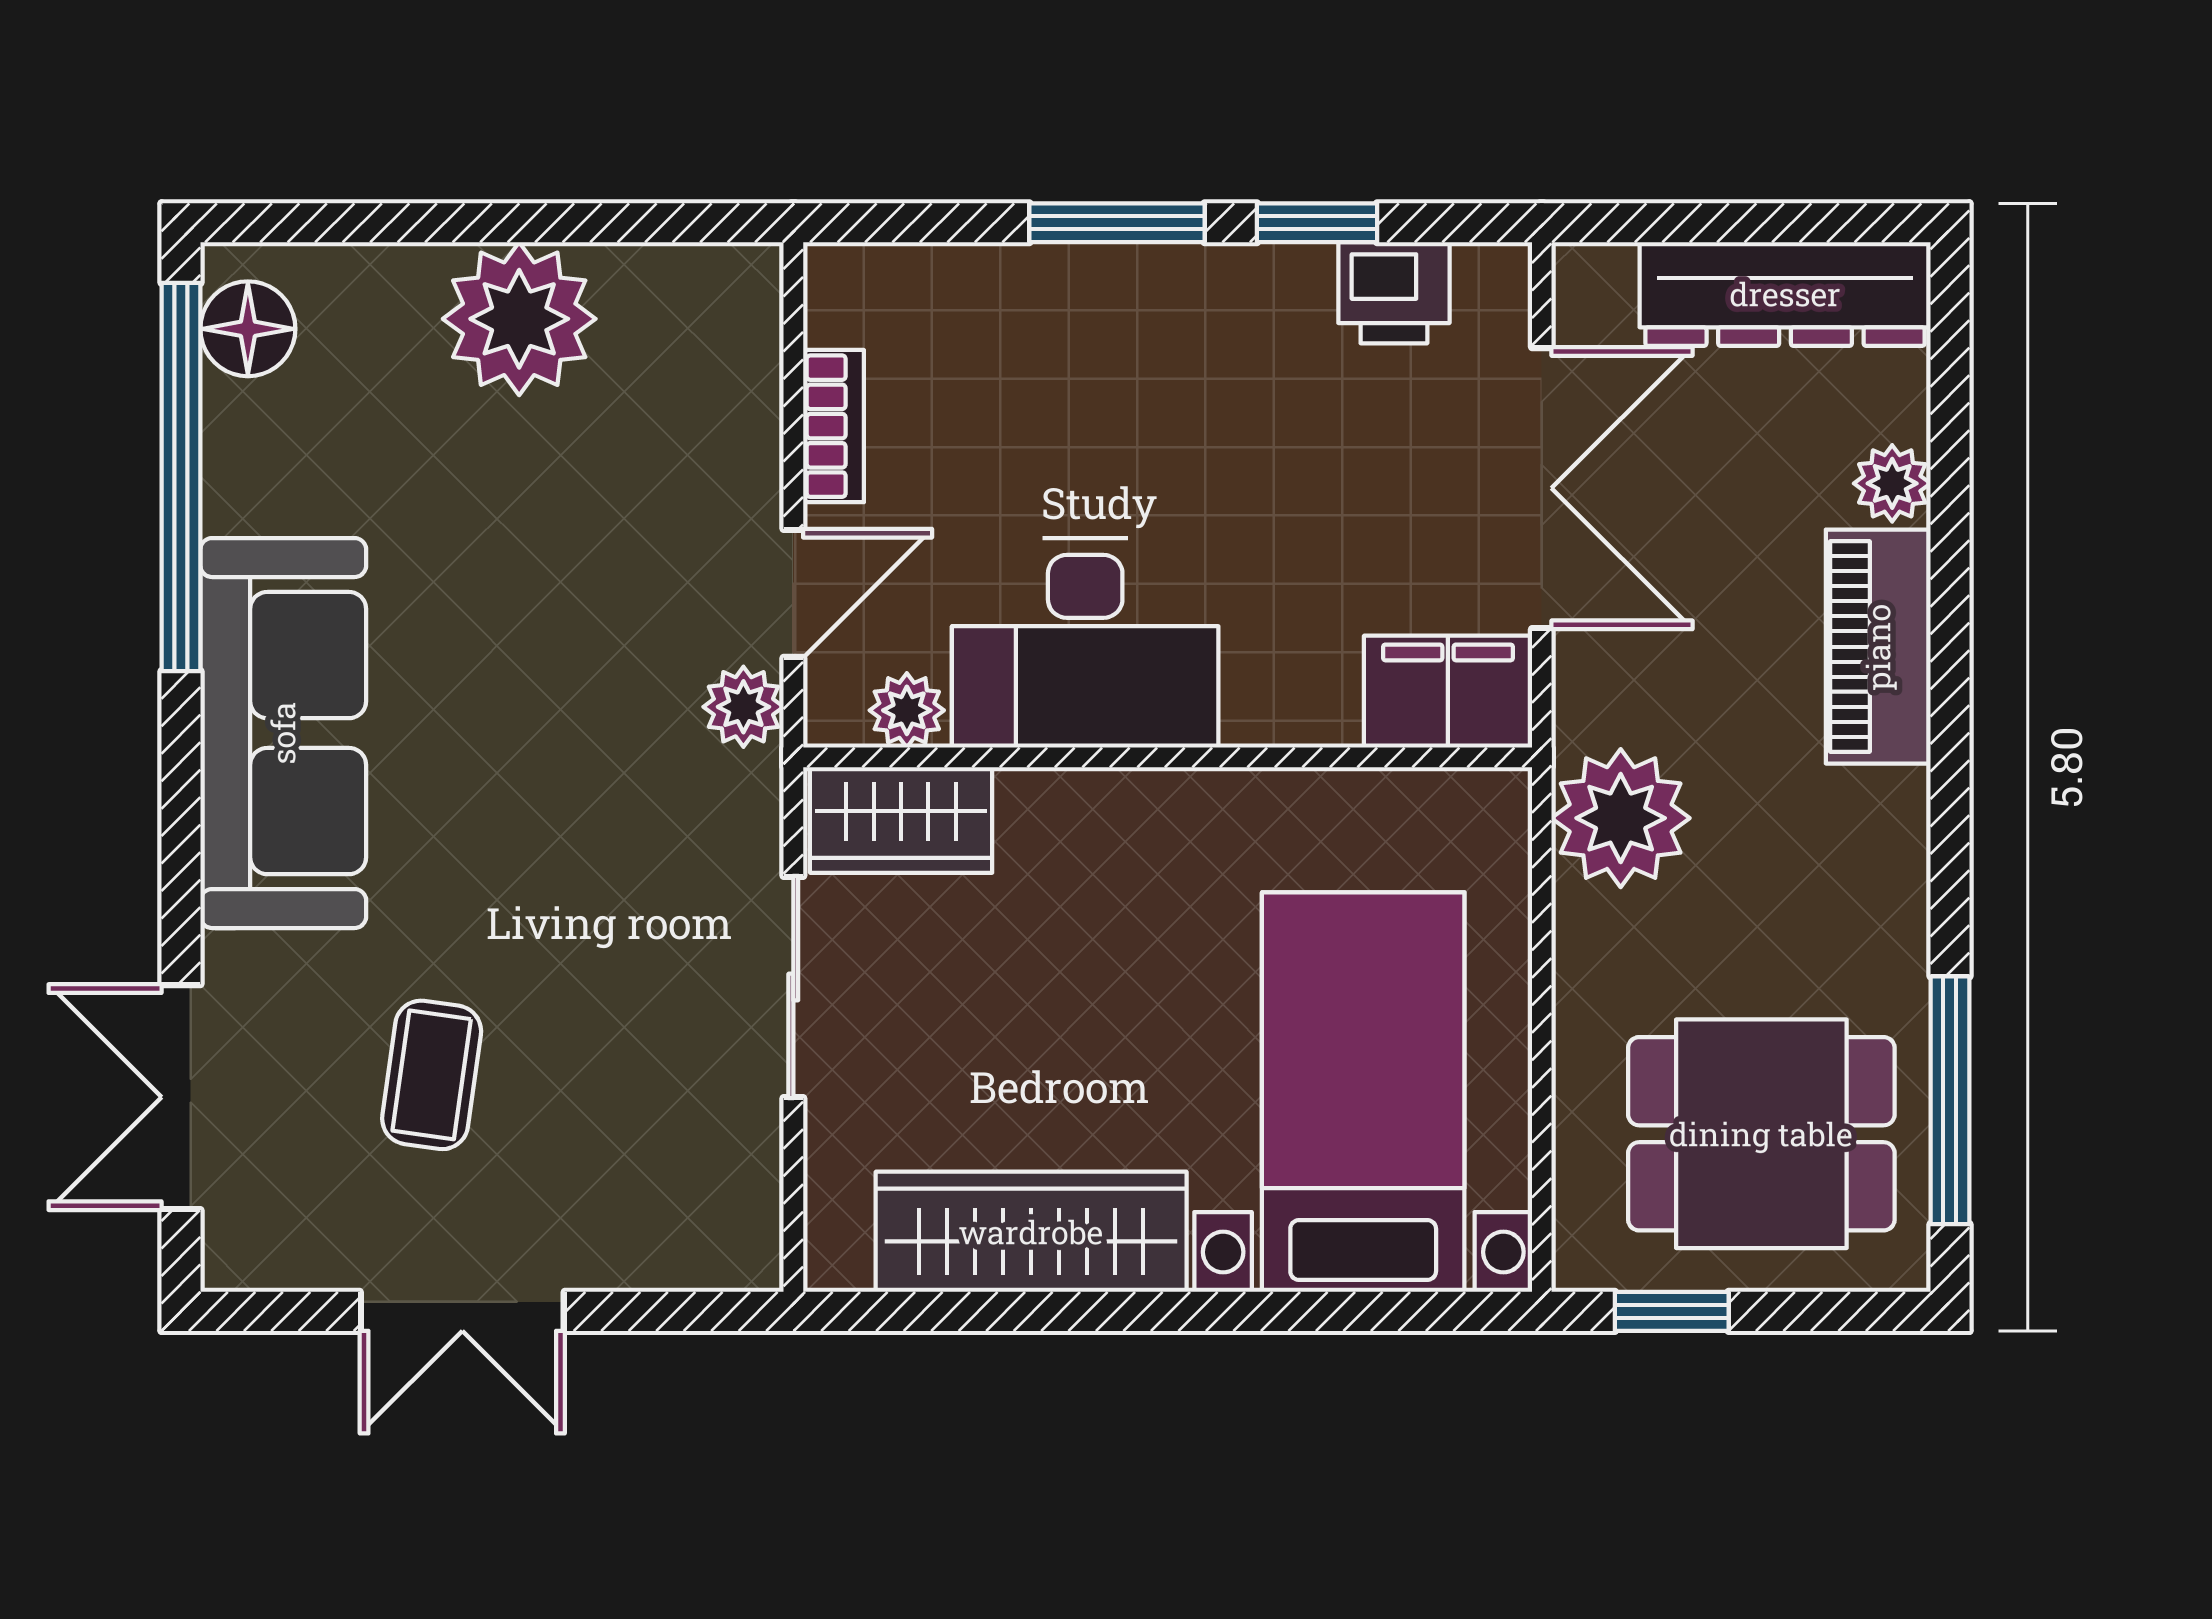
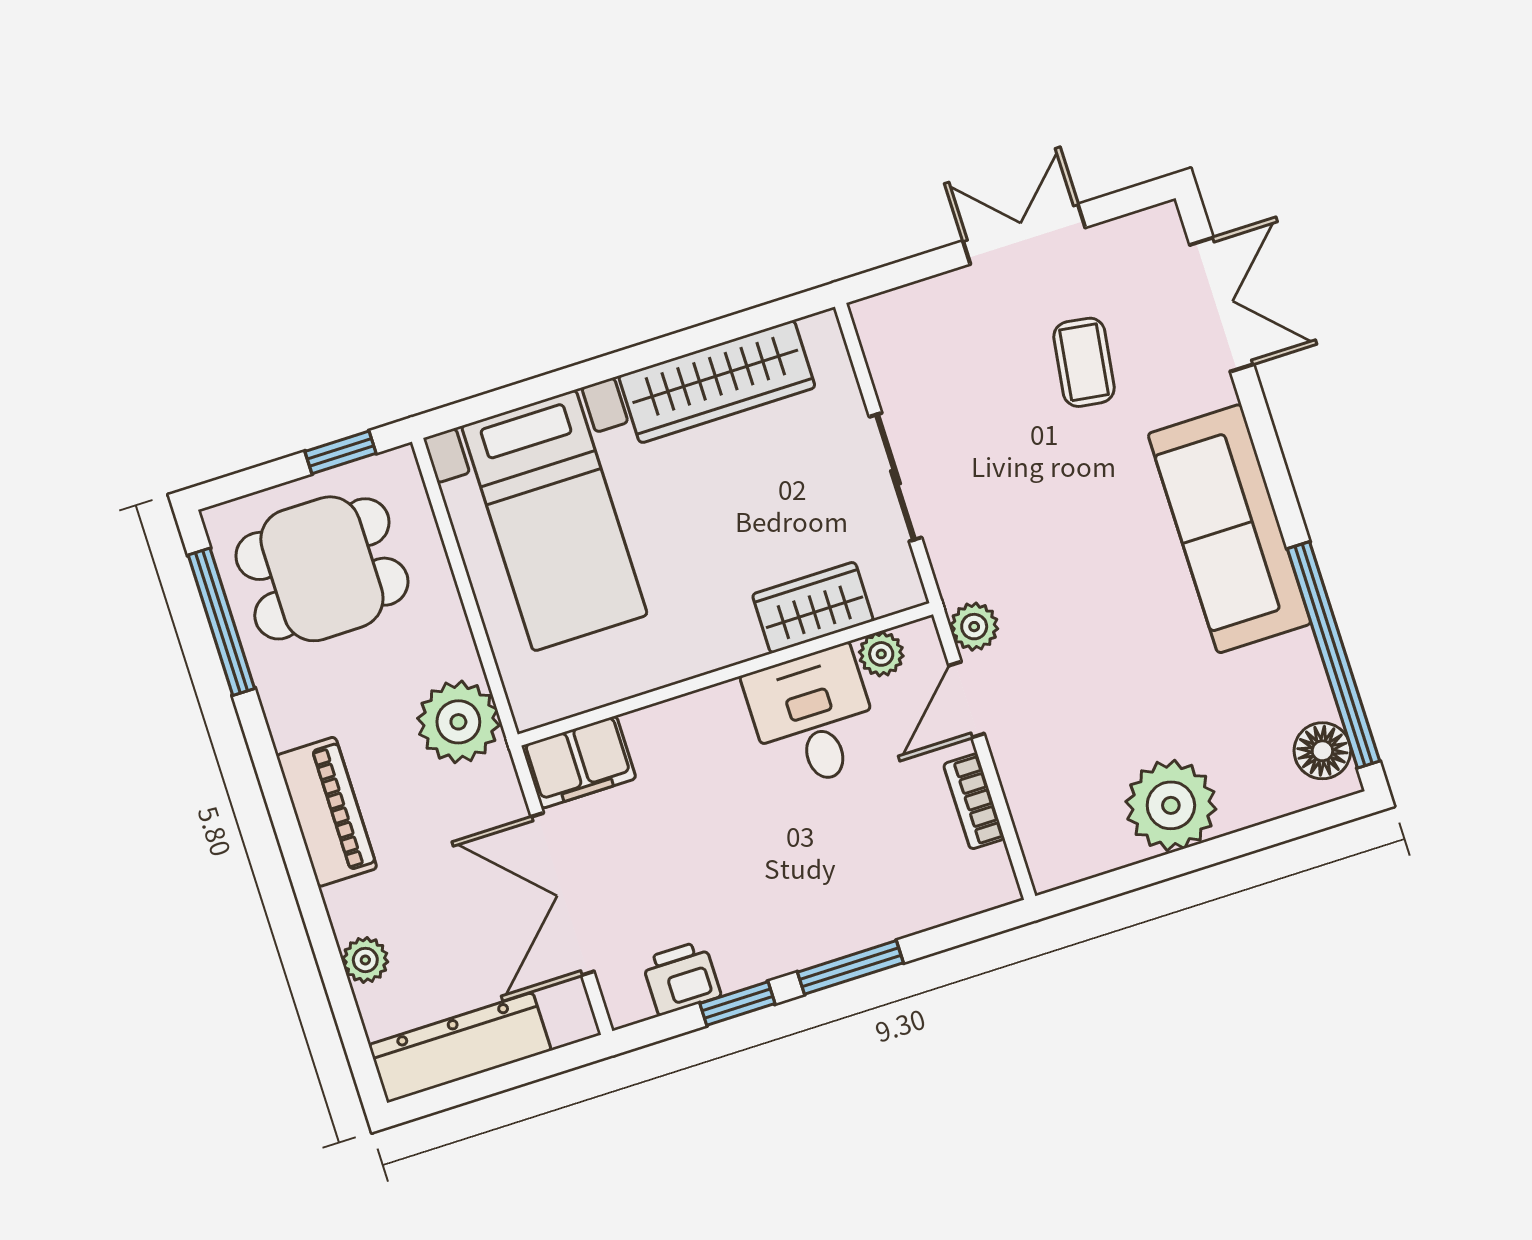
desk: (1085, 643) -> (813, 718), width x0.73
piano: (1878, 647) -> (327, 812), moved
wardrobe: (901, 820) -> (813, 608), moved

